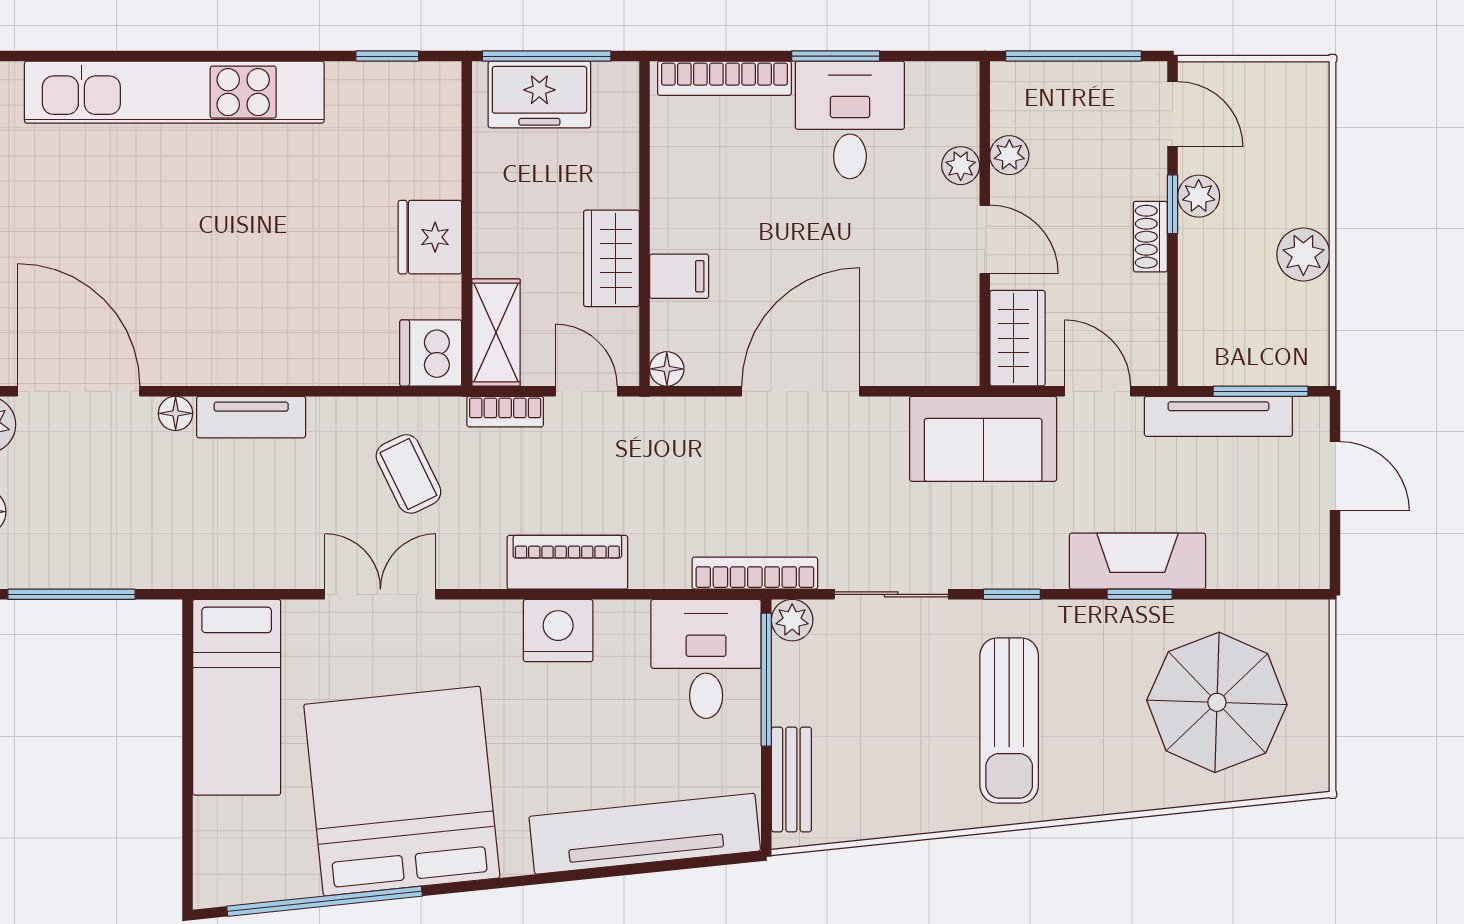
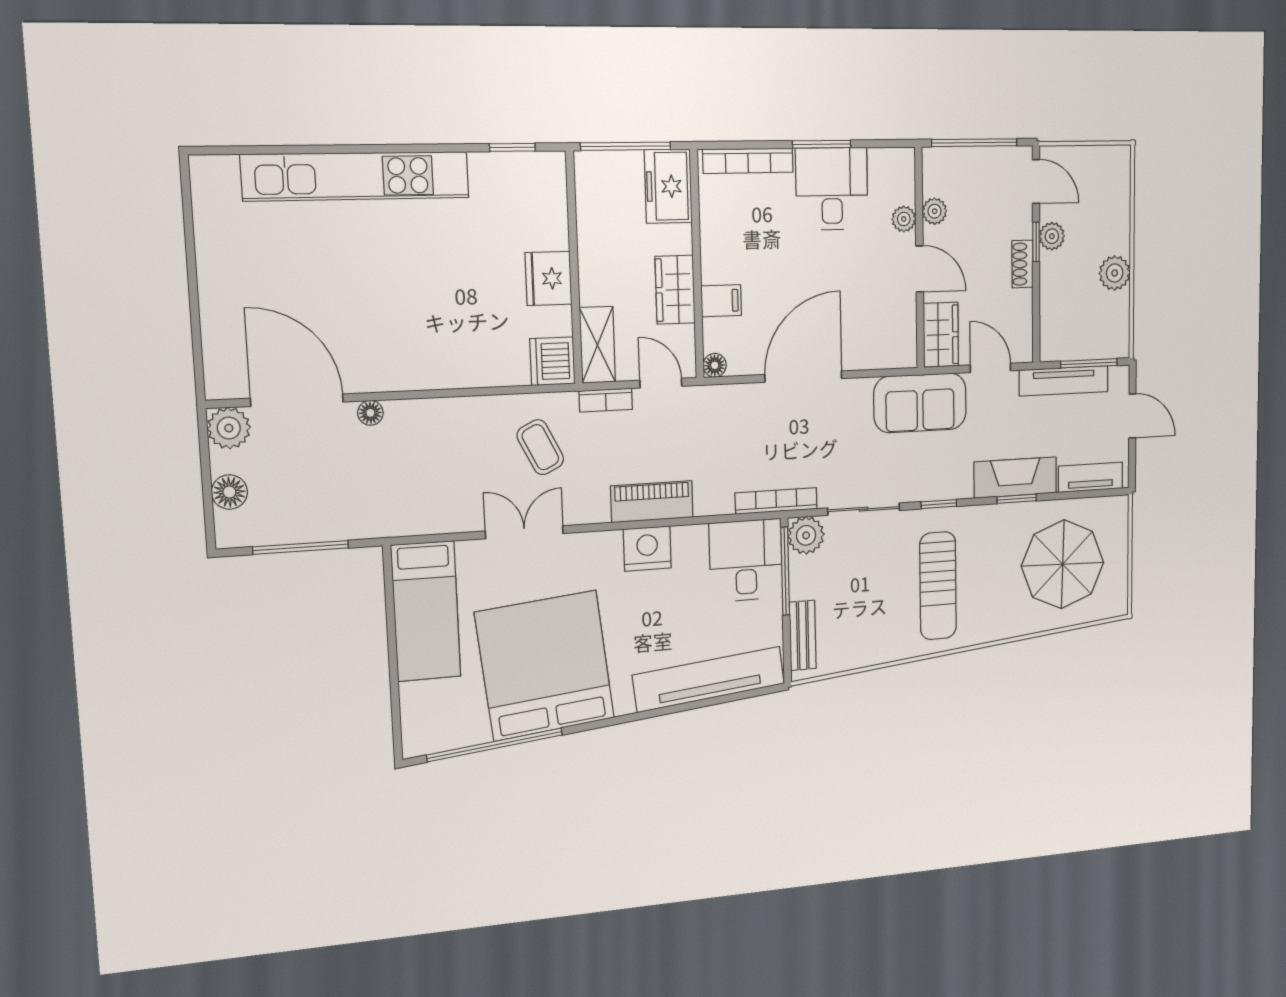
freezer: (539, 94) -> (668, 186), moved, turned 90
tv unit: (251, 417) -> (1091, 477), moved, turned 180
plant: (792, 620) -> (806, 535), width x1.38, depth x1.38

